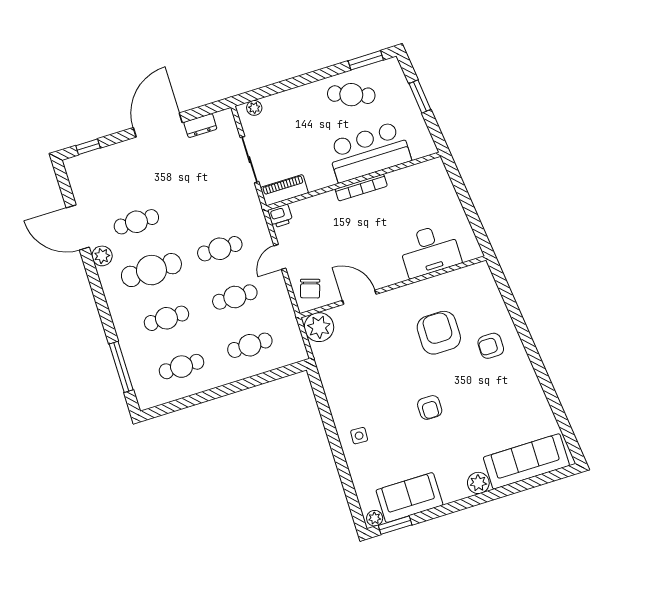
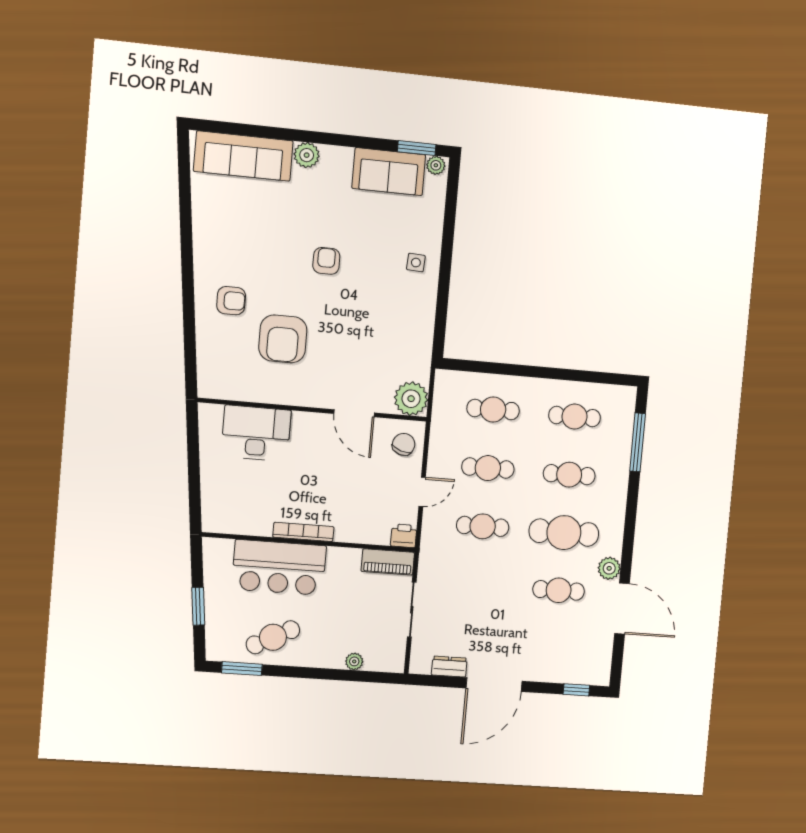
cafe table: (351, 95) -> (273, 637), turned -48
plant: (254, 108) -> (354, 661), moved

